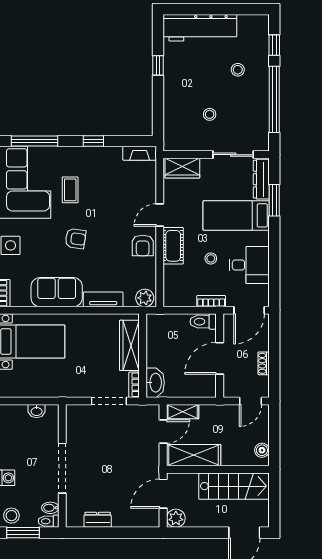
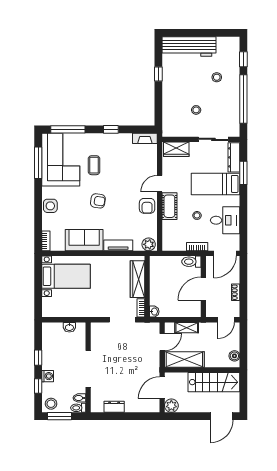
washbasin: (155, 383) -> (154, 312), width x0.52, depth x0.69
shelving: (183, 412) -> (187, 328), moved

